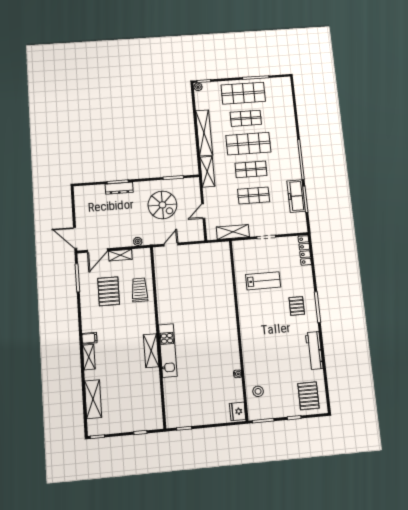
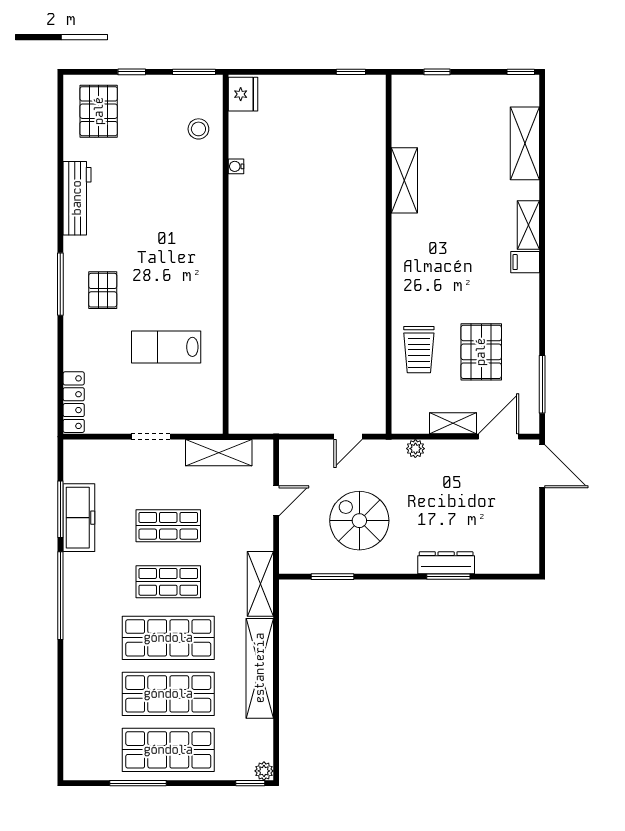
shop shelf: (246, 118) -> (168, 694), width x1.43, depth x1.36
kitchen unit: (168, 350) -> (371, 224), removed
shelving: (151, 351) -> (404, 180), moved

